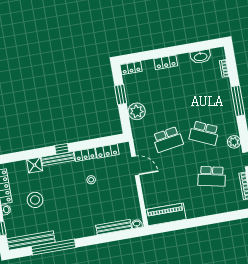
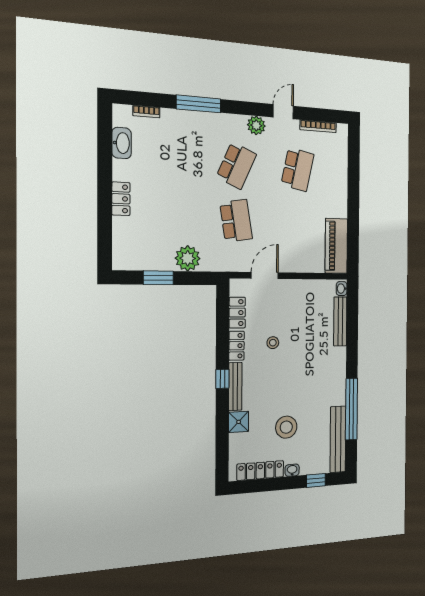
locker: (131, 68) -> (120, 254), removed

